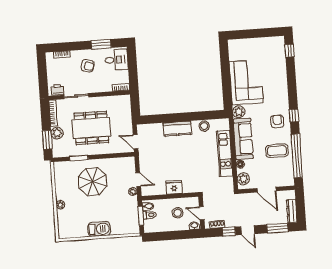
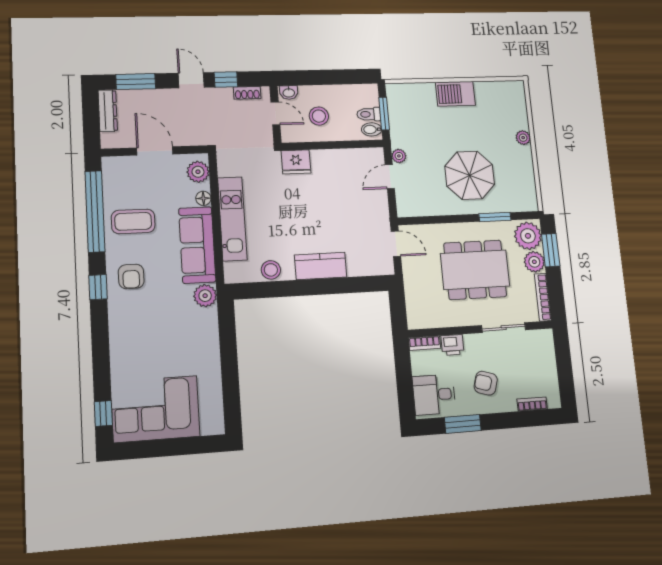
corner sofa: (246, 82) -> (155, 409), moved, turned 90
printer: (57, 90) -> (452, 345), moved
plant: (60, 148) -> (528, 236), added
door: (138, 179) -> (390, 177), hinge flipped
fridge: (174, 187) -> (296, 162), moved

